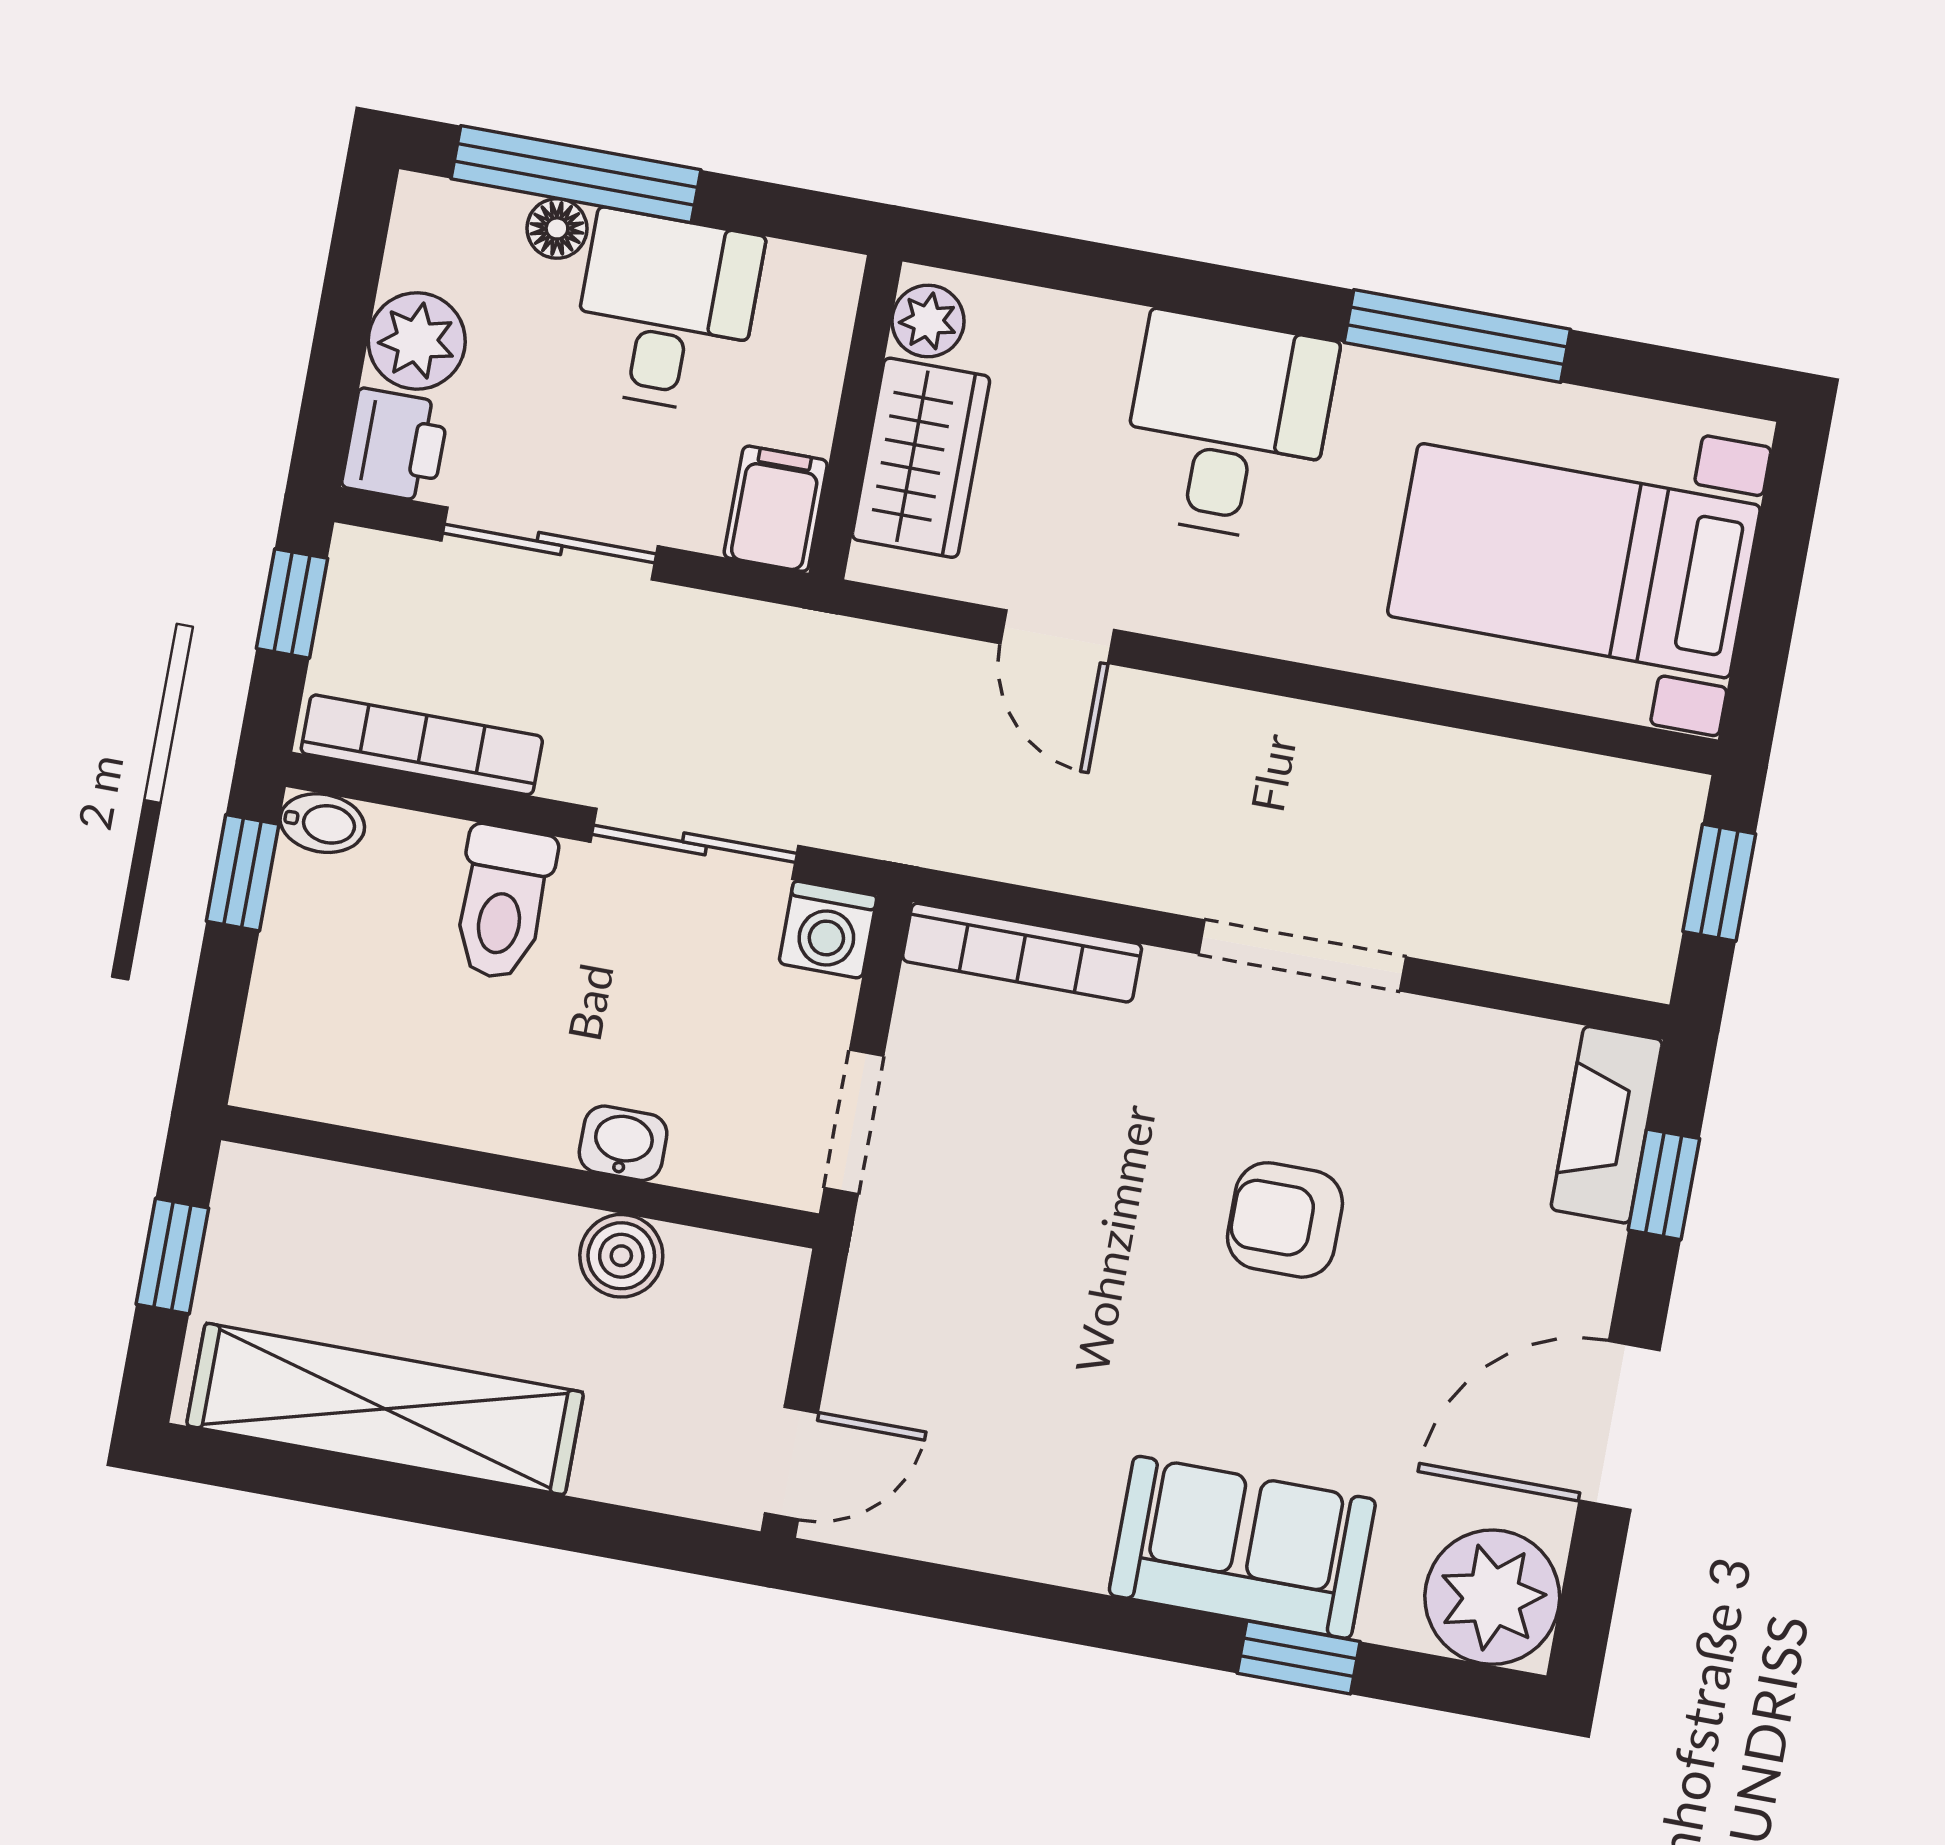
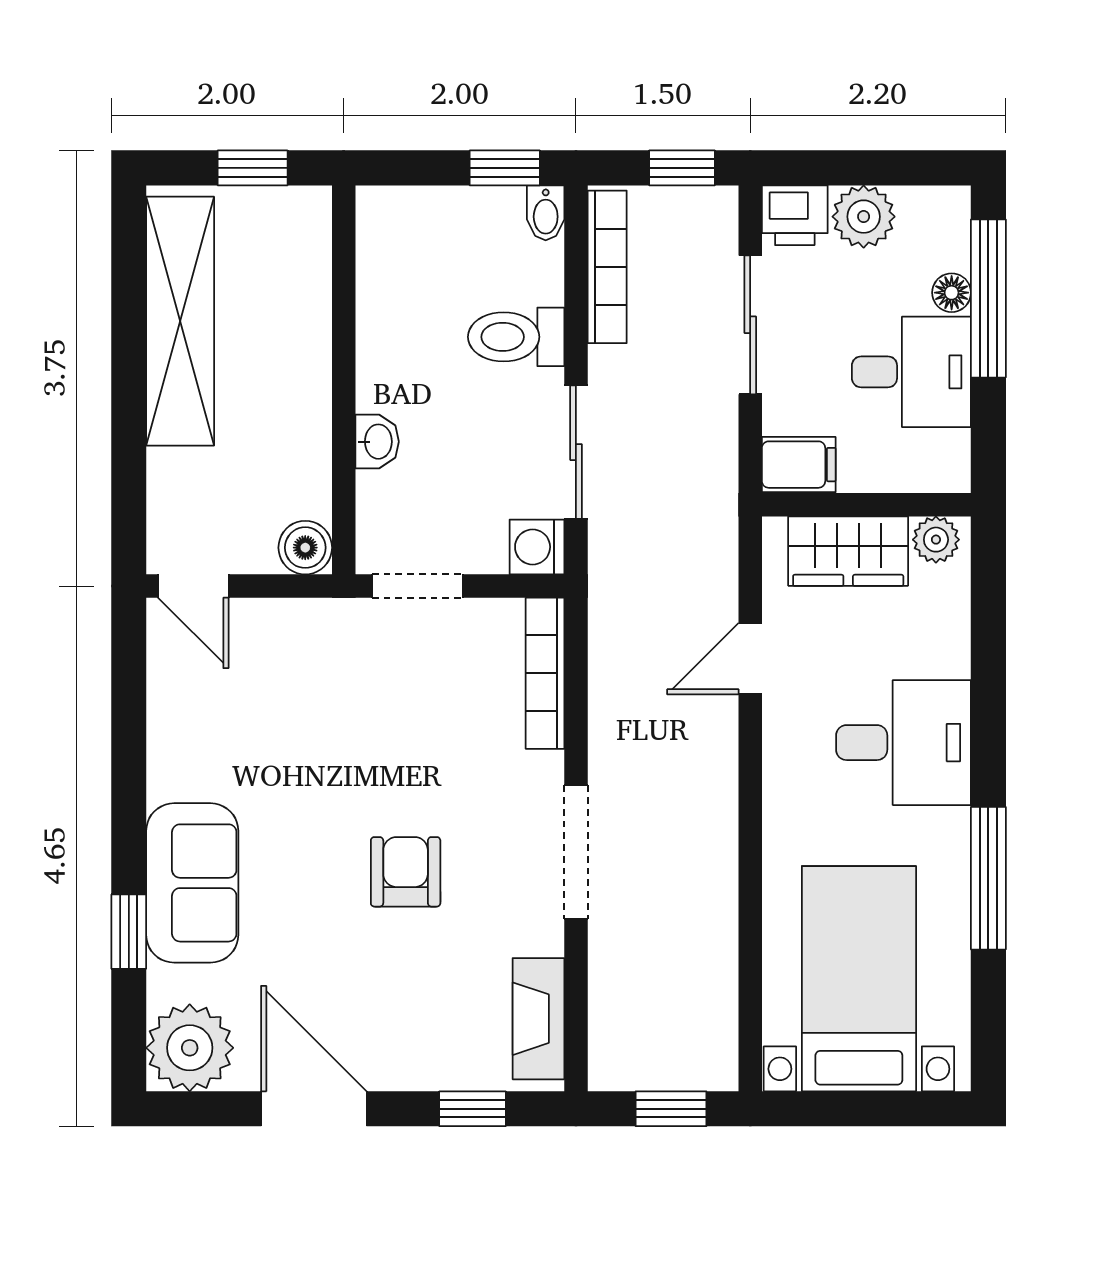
fireplace: (1607, 1125) -> (538, 1019), moved, turned -90
boiler: (621, 1256) -> (305, 548), moved

